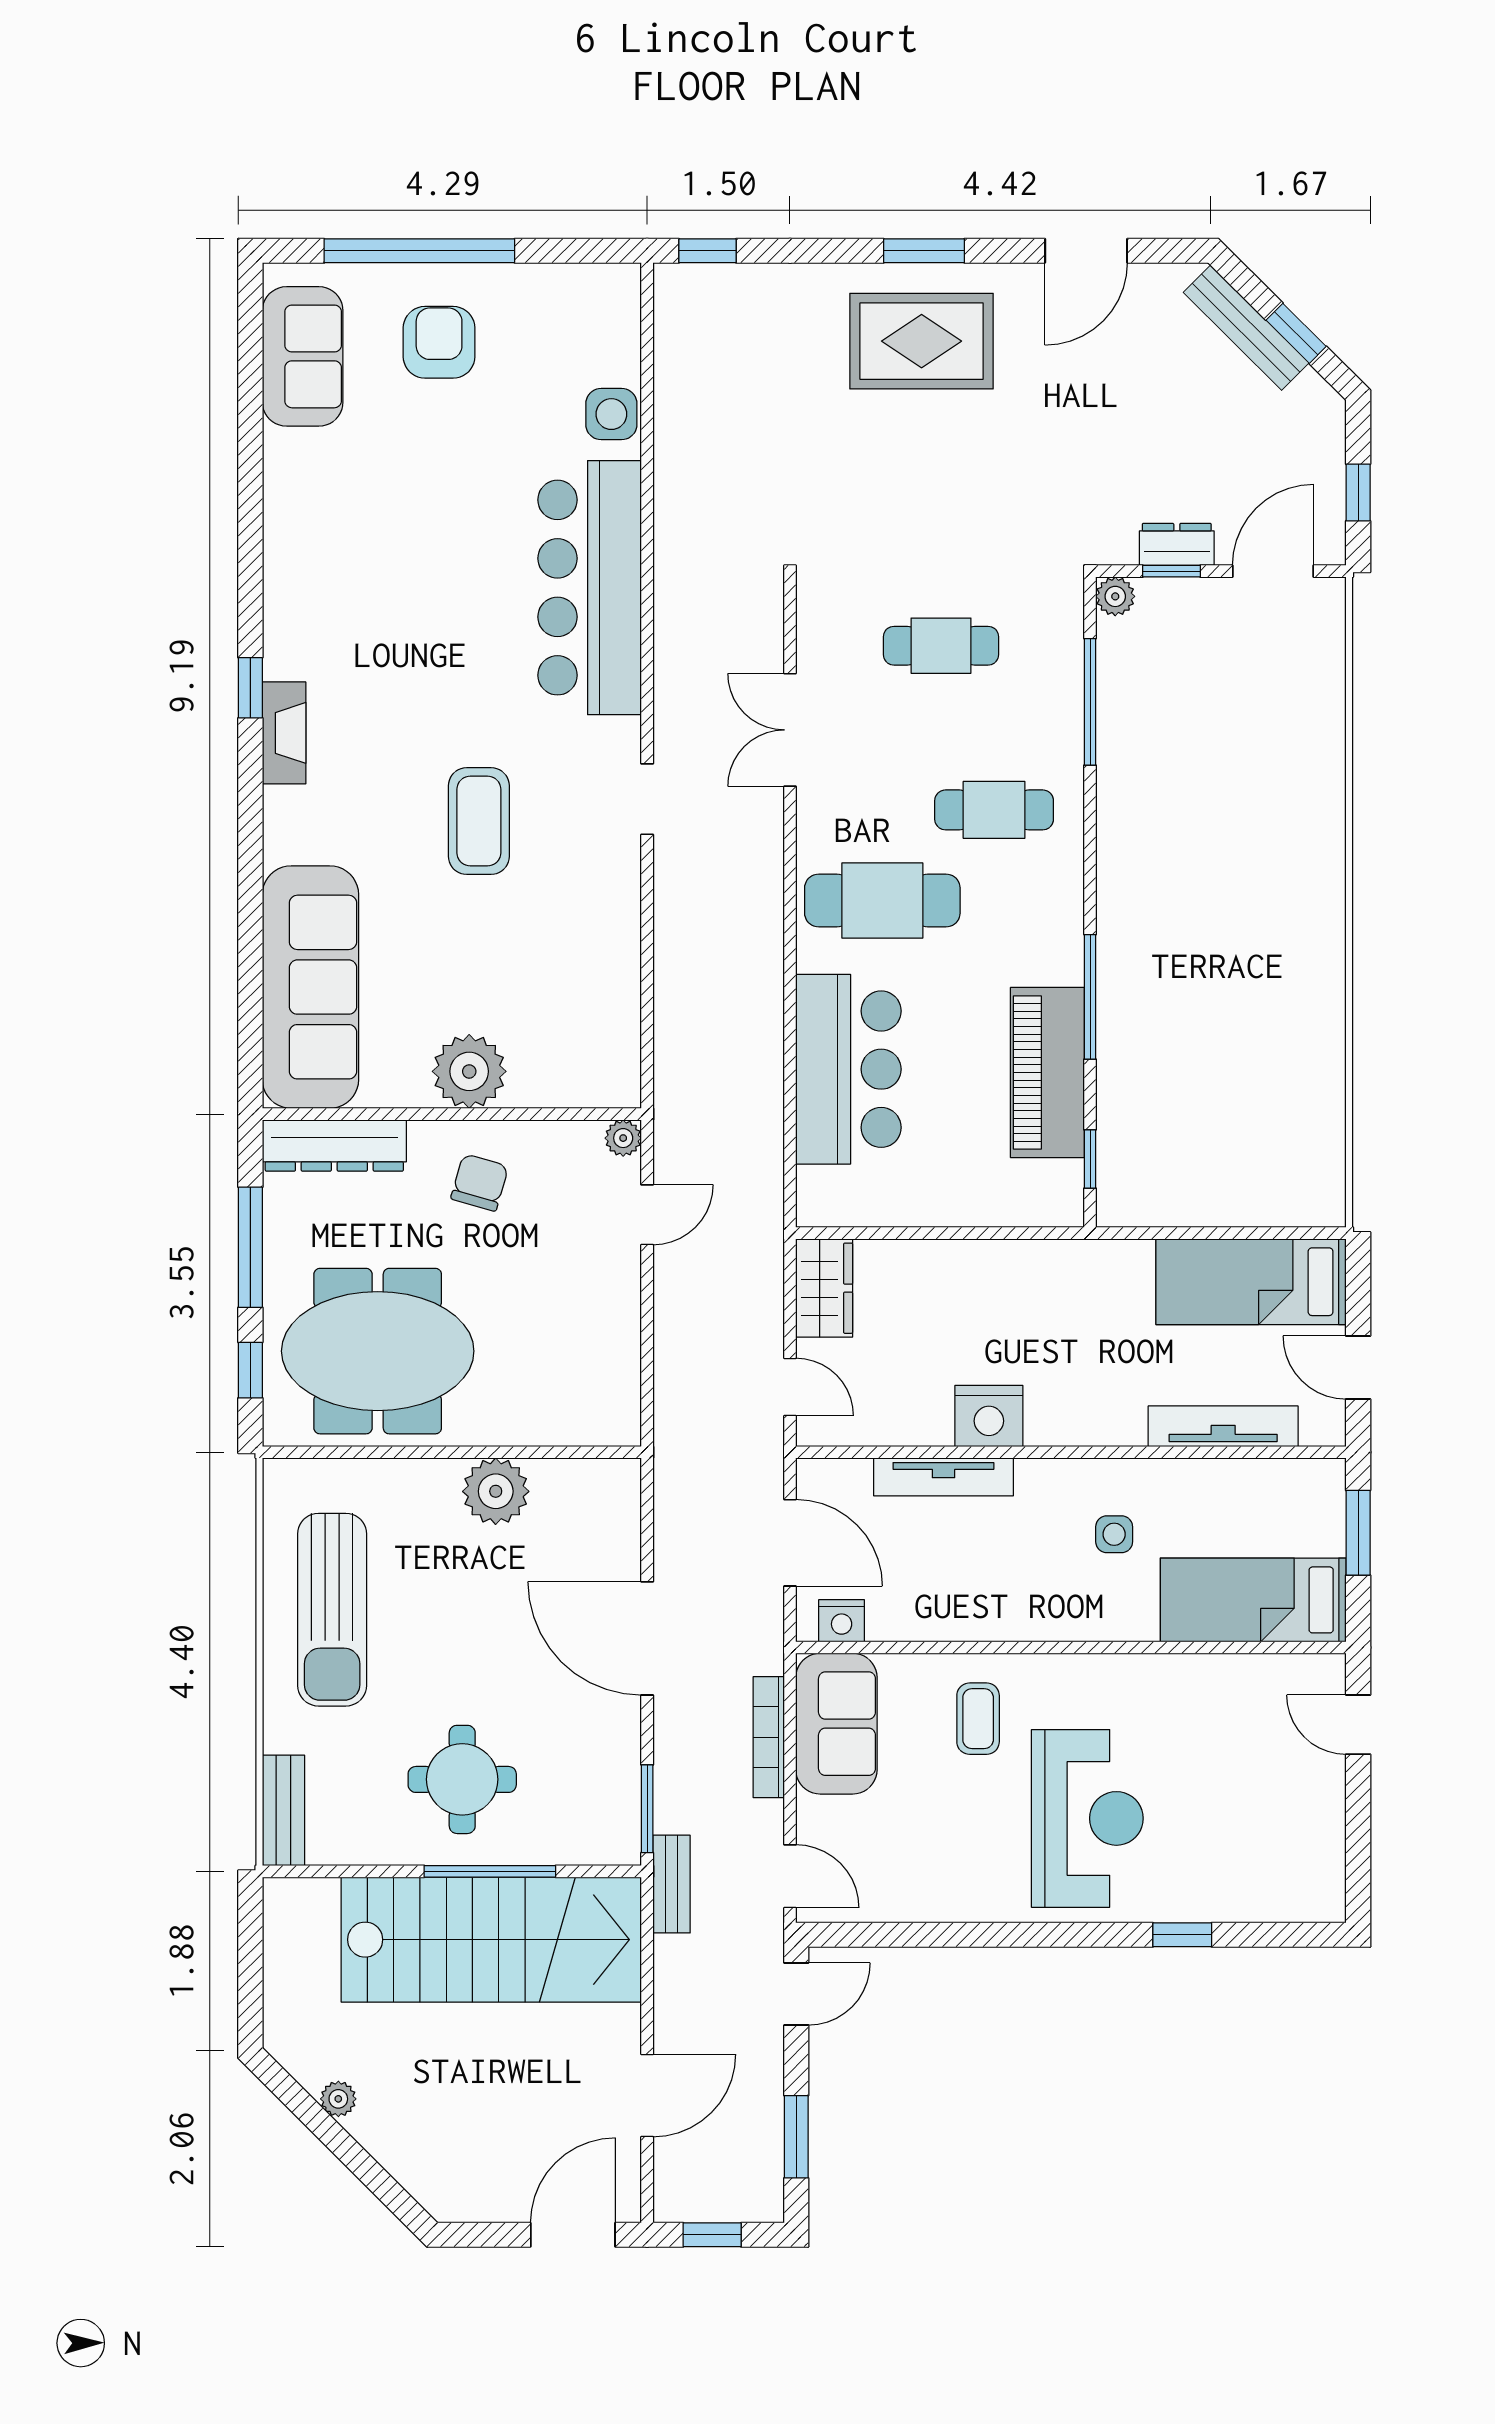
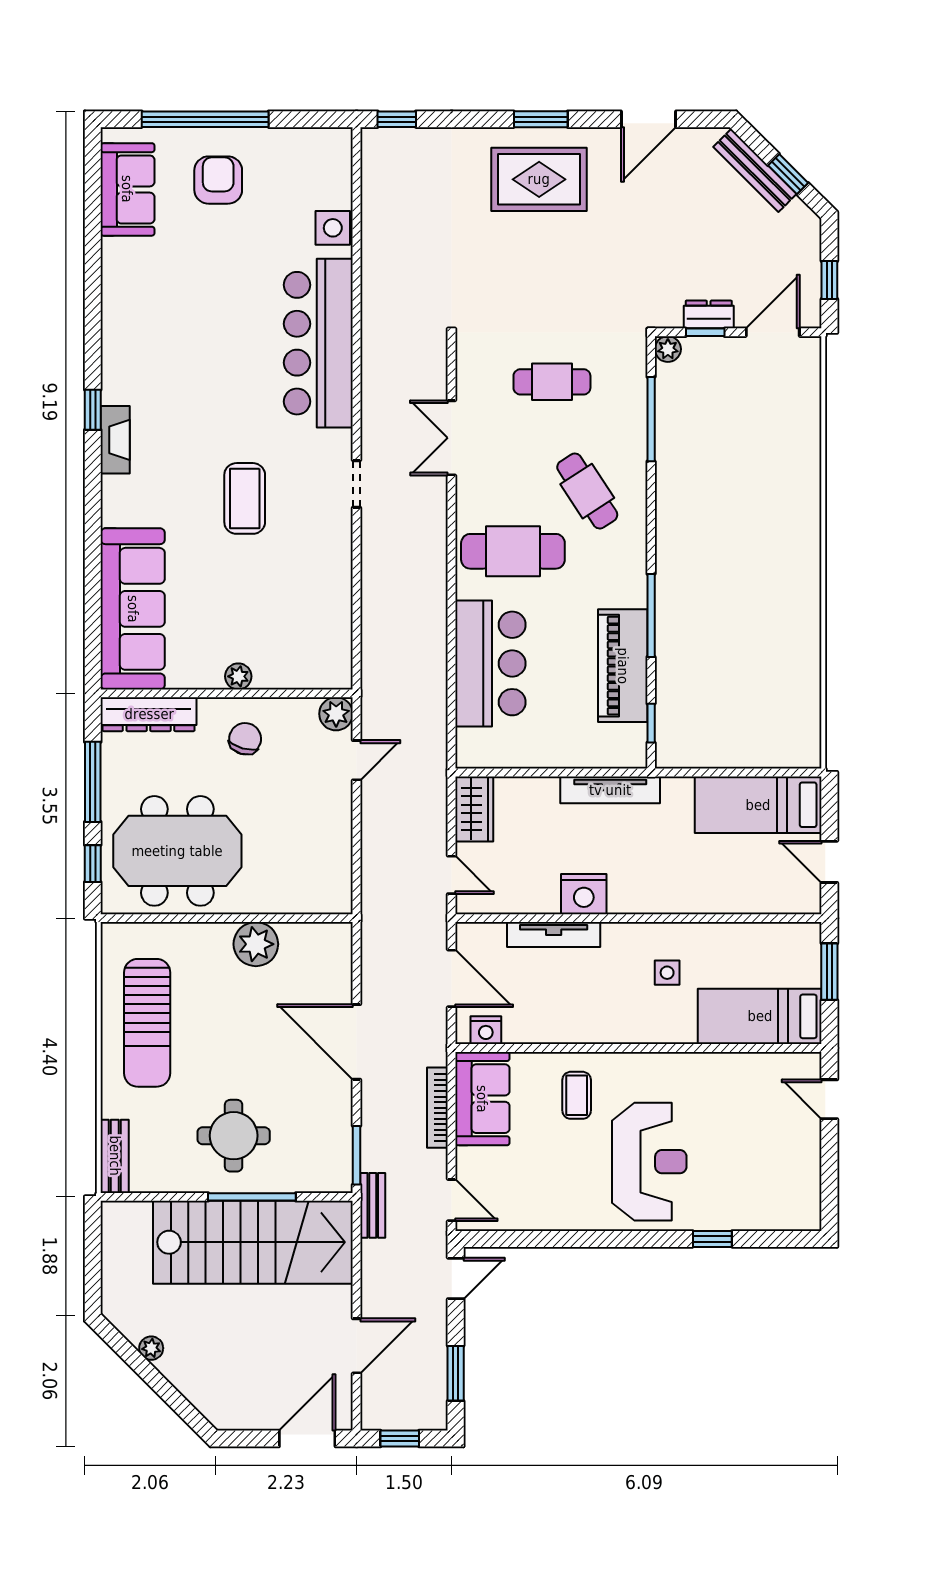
cafe table: (994, 810) -> (587, 491), turned 57
plant: (469, 1071) -> (238, 676), width x0.53, depth x0.53
plant: (623, 1138) -> (336, 714), width x1.38, depth x1.38
tv unit: (1223, 1426) -> (610, 790), moved, turned 180

